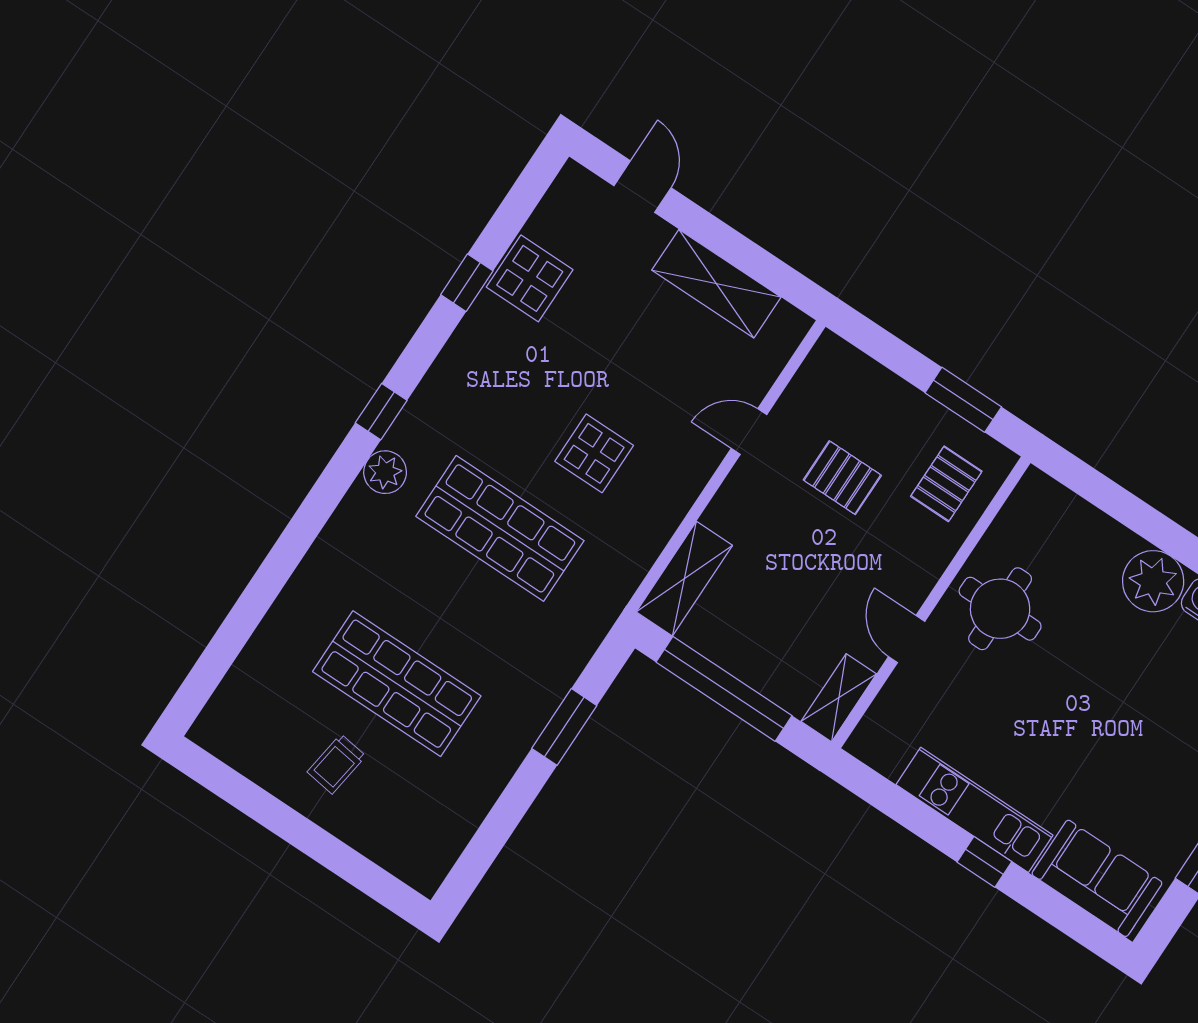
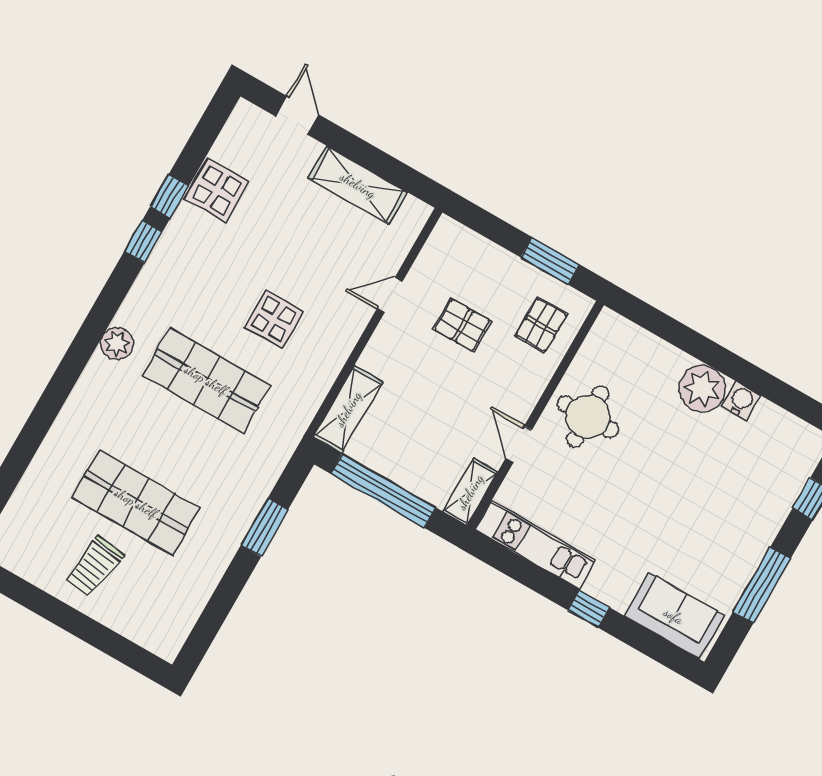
window: (381, 412) -> (143, 241), moved
trolley: (337, 764) -> (94, 566), width x1.36, depth x1.39
kitchen unit: (974, 810) -> (535, 545), moved

